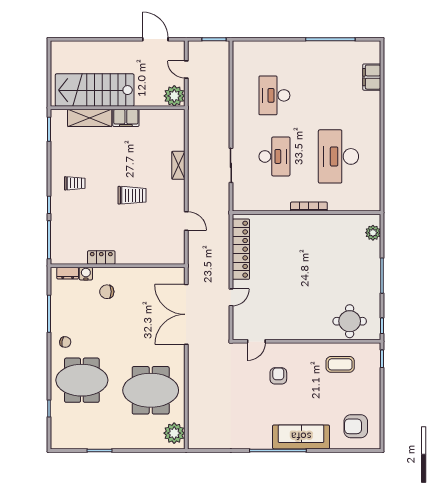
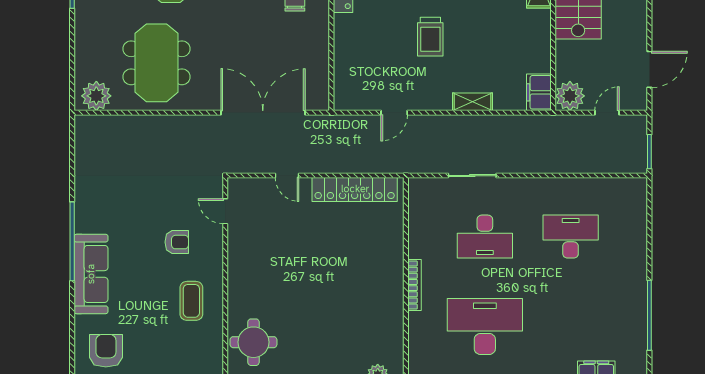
filing cabinet: (126, 118) -> (539, 92), moved
coffee table: (340, 364) -> (191, 301), moved

